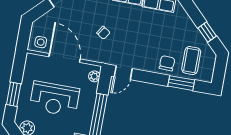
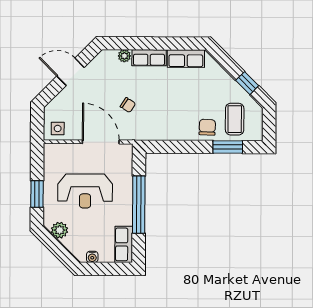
door: (64, 58) -> (101, 142), moved
door: (123, 73) -> (159, 147), removed
plant: (94, 76) -> (126, 157), removed

